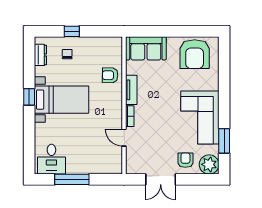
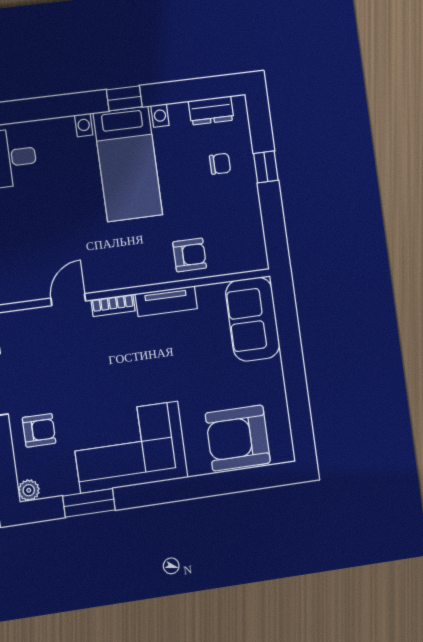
armchair: (195, 54) -> (238, 438), moved
armchair: (110, 75) -> (190, 255), turned 89
plant: (209, 164) -> (29, 490), width x0.53, depth x0.53

